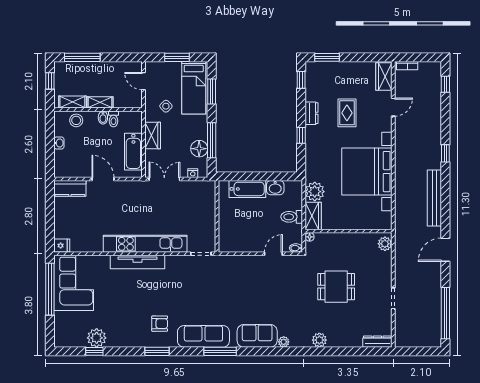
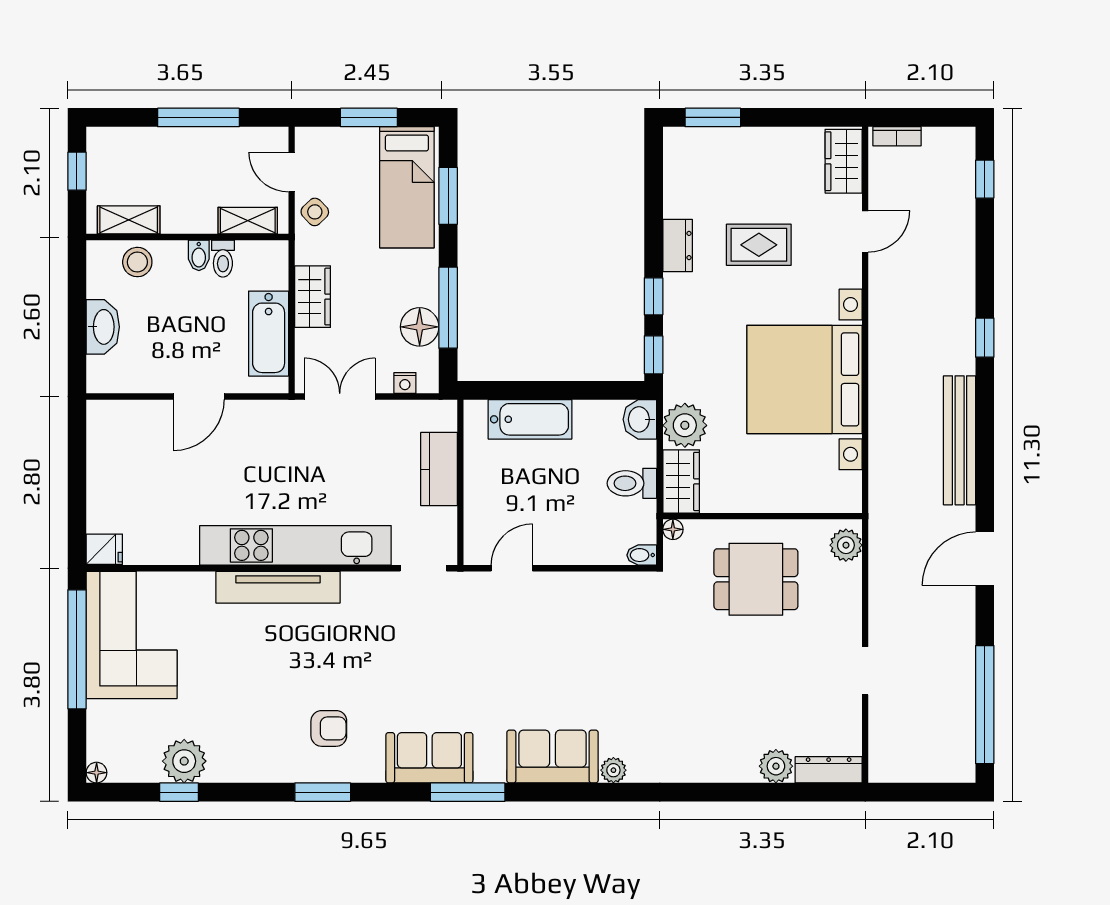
window: (82, 57) -> (198, 117), moved
window: (301, 80) -> (654, 355), moved
shelving: (100, 102) -> (248, 221), moved
side table: (166, 106) -> (315, 212), moved
rug: (347, 113) -> (759, 245), turned 90
washbasin: (59, 143) -> (103, 327), width x1.91, depth x1.45
door: (103, 179) -> (199, 397), swing flipped
kitchen counter: (70, 188) -> (439, 469), moved, turned 90
washbasin: (275, 188) -> (640, 419), moved, turned 90
door: (273, 254) -> (512, 568), moved
dining table: (336, 287) -> (756, 579), moved
sofa: (203, 336) -> (429, 758), width x0.73
plant: (319, 340) -> (776, 766), moved
floor lamp: (58, 343) -> (97, 773), added

